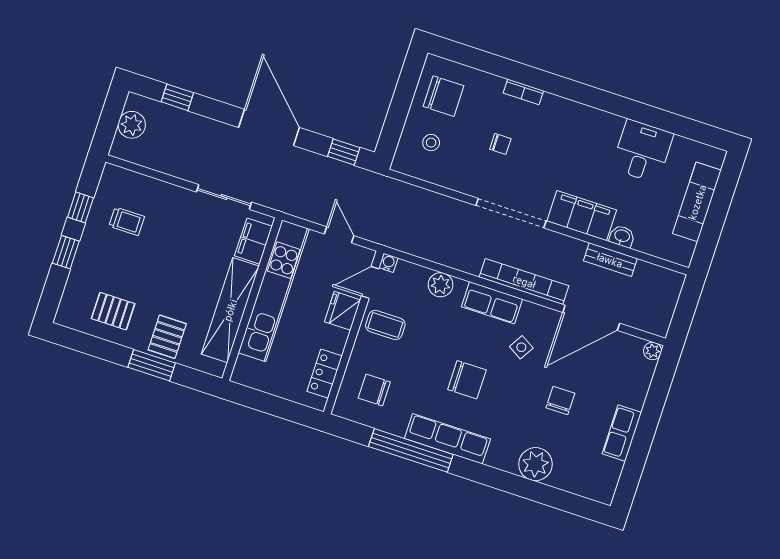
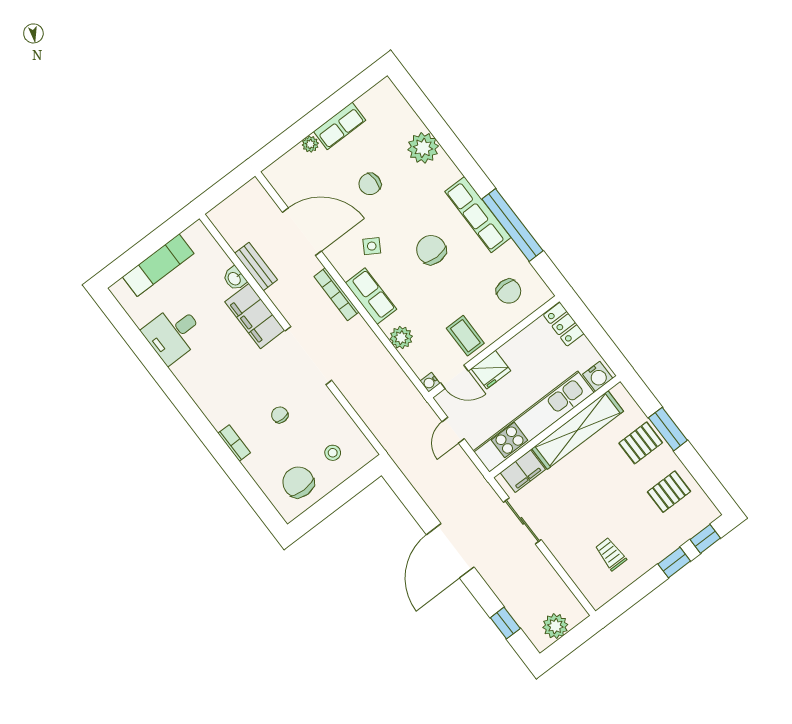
window: (344, 152) -> (405, 492), removed
window: (81, 207) -> (705, 539), moved
bookcase: (524, 281) -> (336, 294), width x0.68, depth x0.76
pallet: (113, 311) -> (669, 492), turned 90
plant: (653, 351) -> (310, 144), moved
water cooler: (245, 369) -> (598, 376), added
locker: (325, 374) -> (564, 324), moved, turned 90

